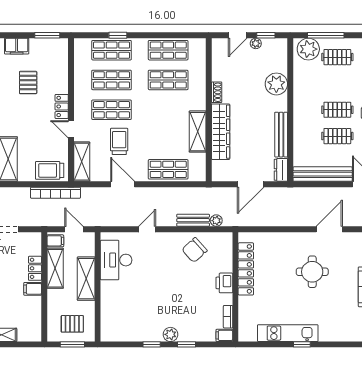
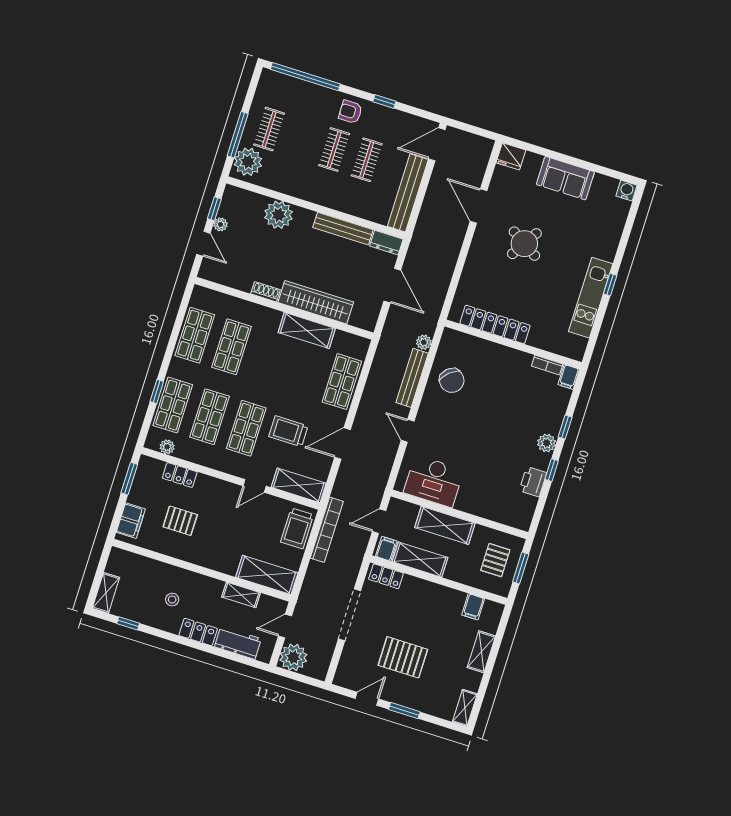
plant: (79, 56) -> (167, 447), added
locker: (62, 106) -> (180, 475), moved
bench: (193, 220) -> (412, 378), width x1.36
locker: (35, 268) -> (386, 576), moved
round table: (312, 272) -> (524, 244), turned 32
printer: (224, 283) -> (533, 482), moved, turned 90
filing cabinet: (33, 289) -> (473, 607), moved

